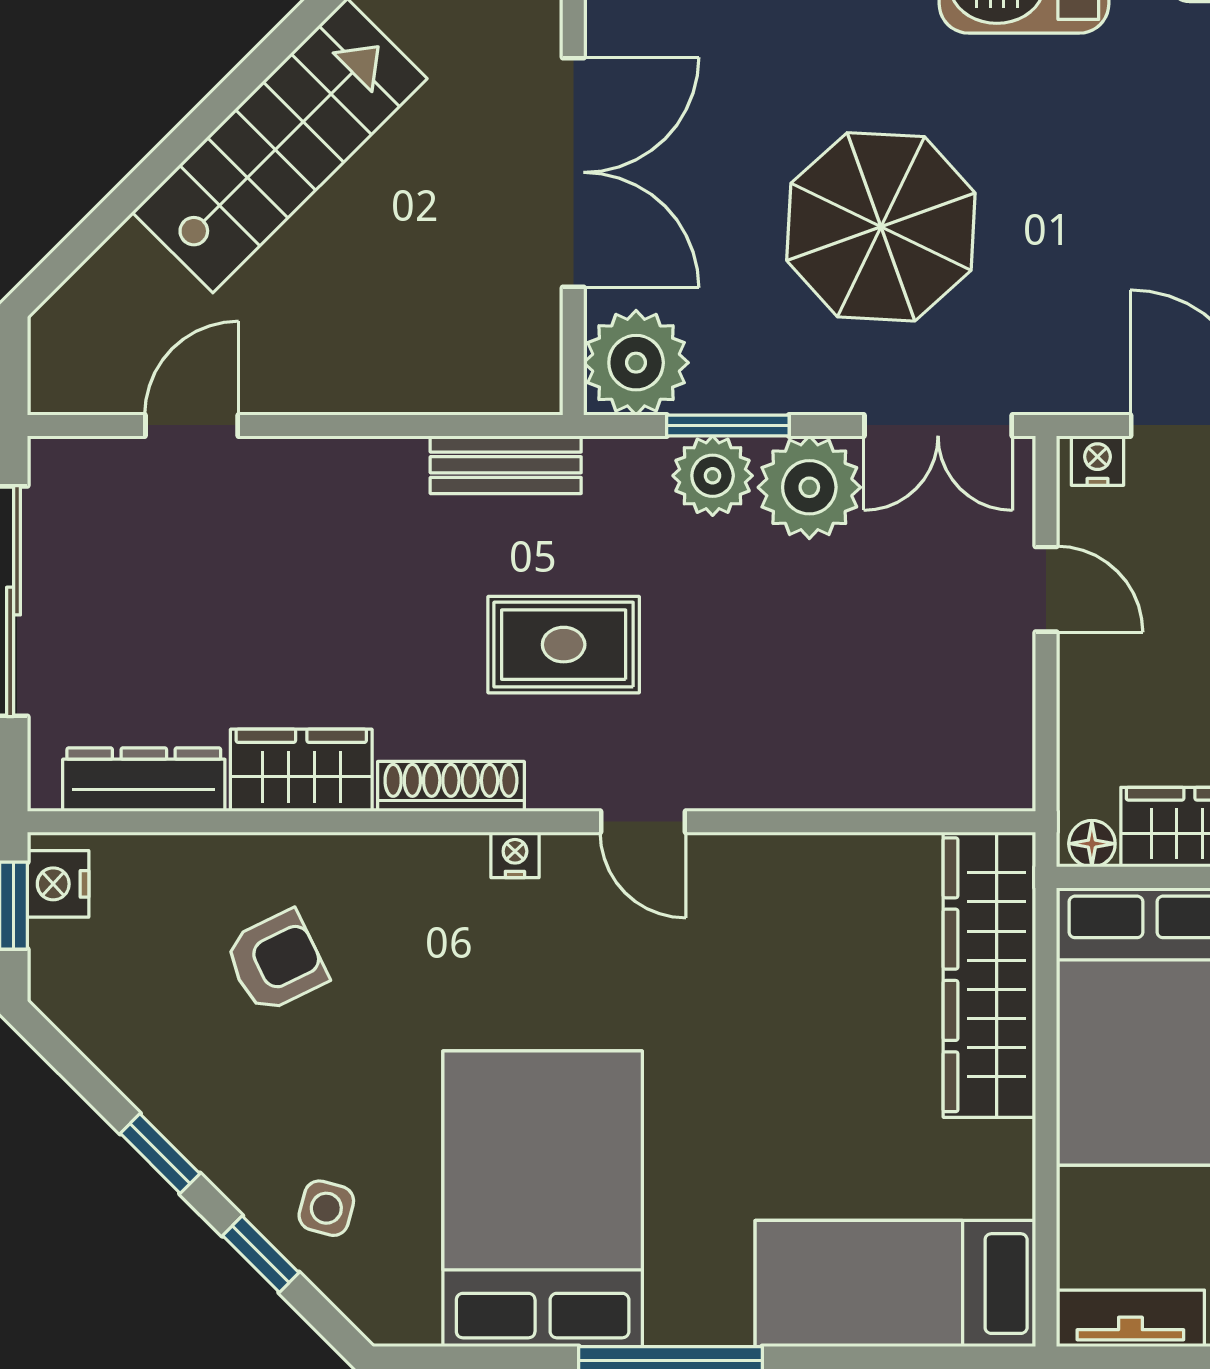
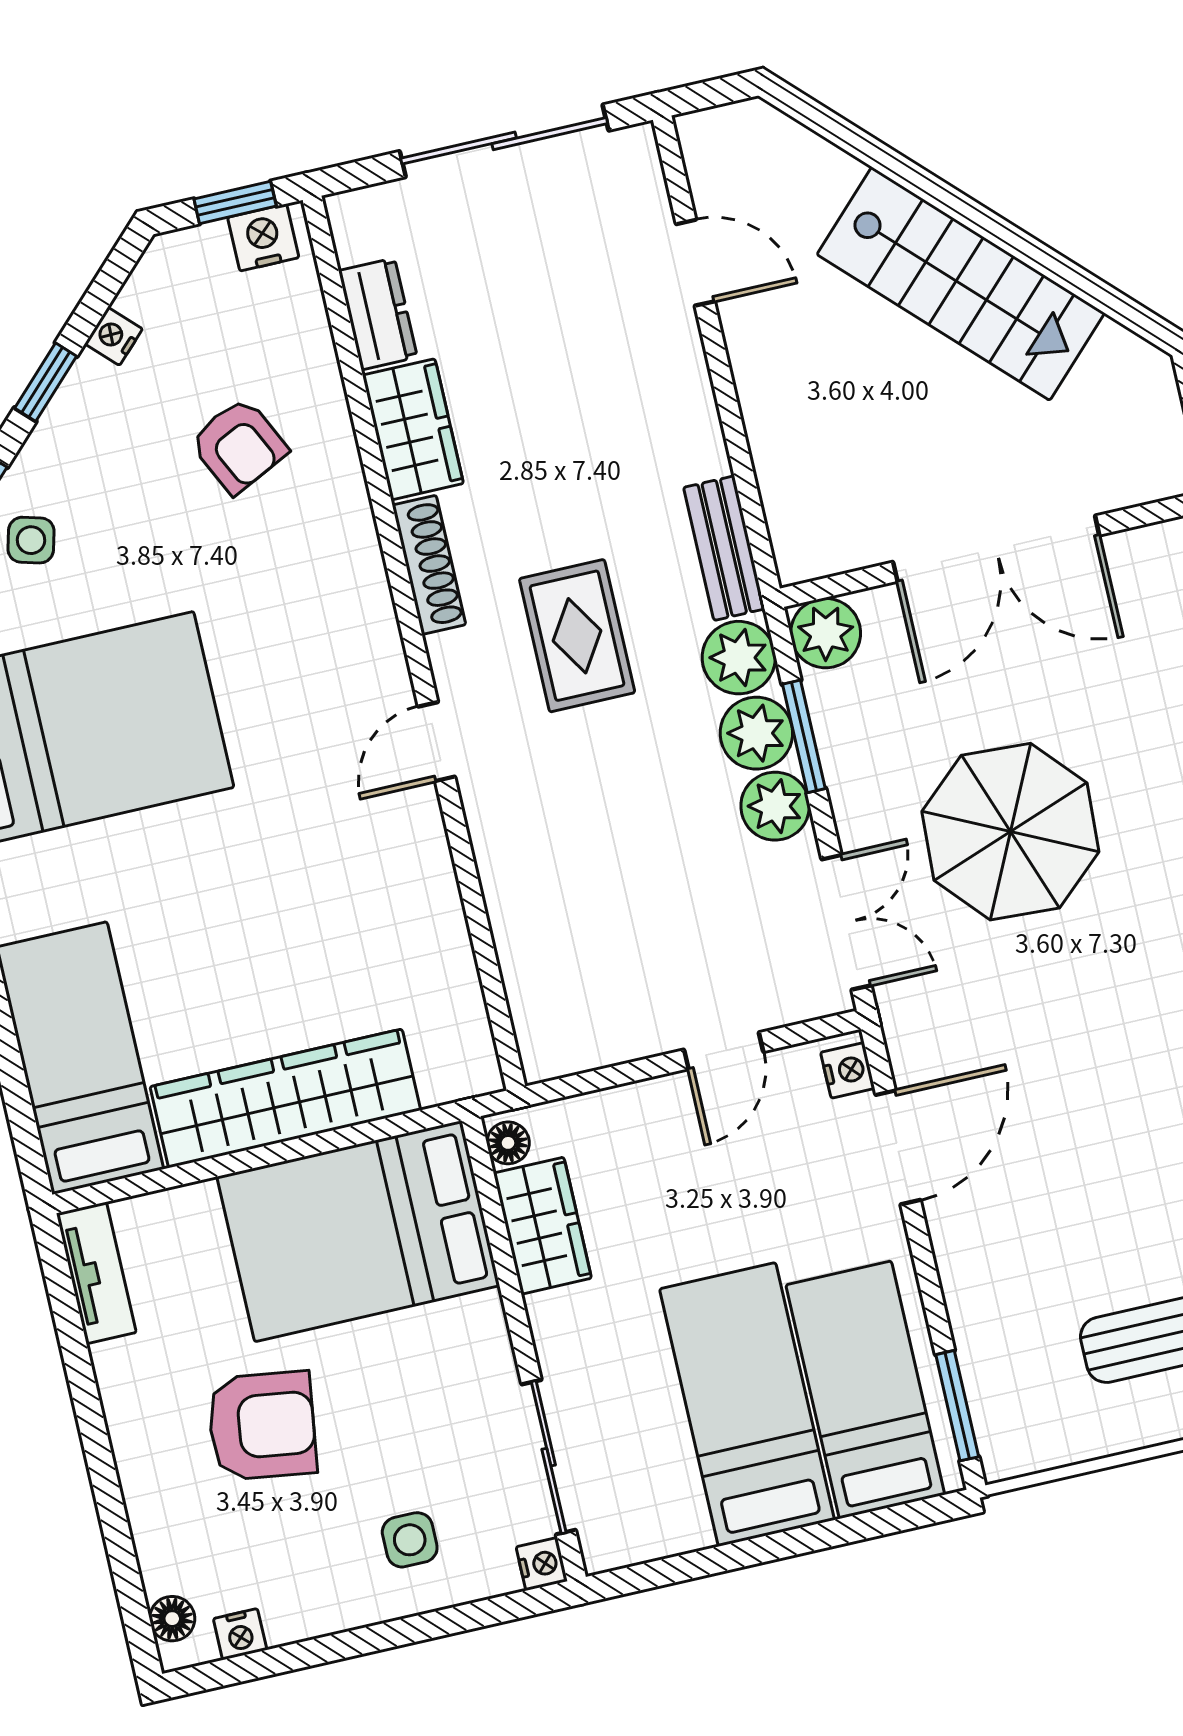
plant: (636, 363) -> (826, 633), width x0.73, depth x0.73
double door: (938, 425) -> (846, 922), swing flipped
plant: (627, 476) -> (739, 658), added
plant: (809, 487) -> (775, 806), width x0.73, depth x0.73
dresser: (144, 780) -> (378, 314), width x0.70
nightstand: (515, 855) -> (114, 336), moved, turned -135
wardrobe: (989, 975) -> (285, 1098), moved

